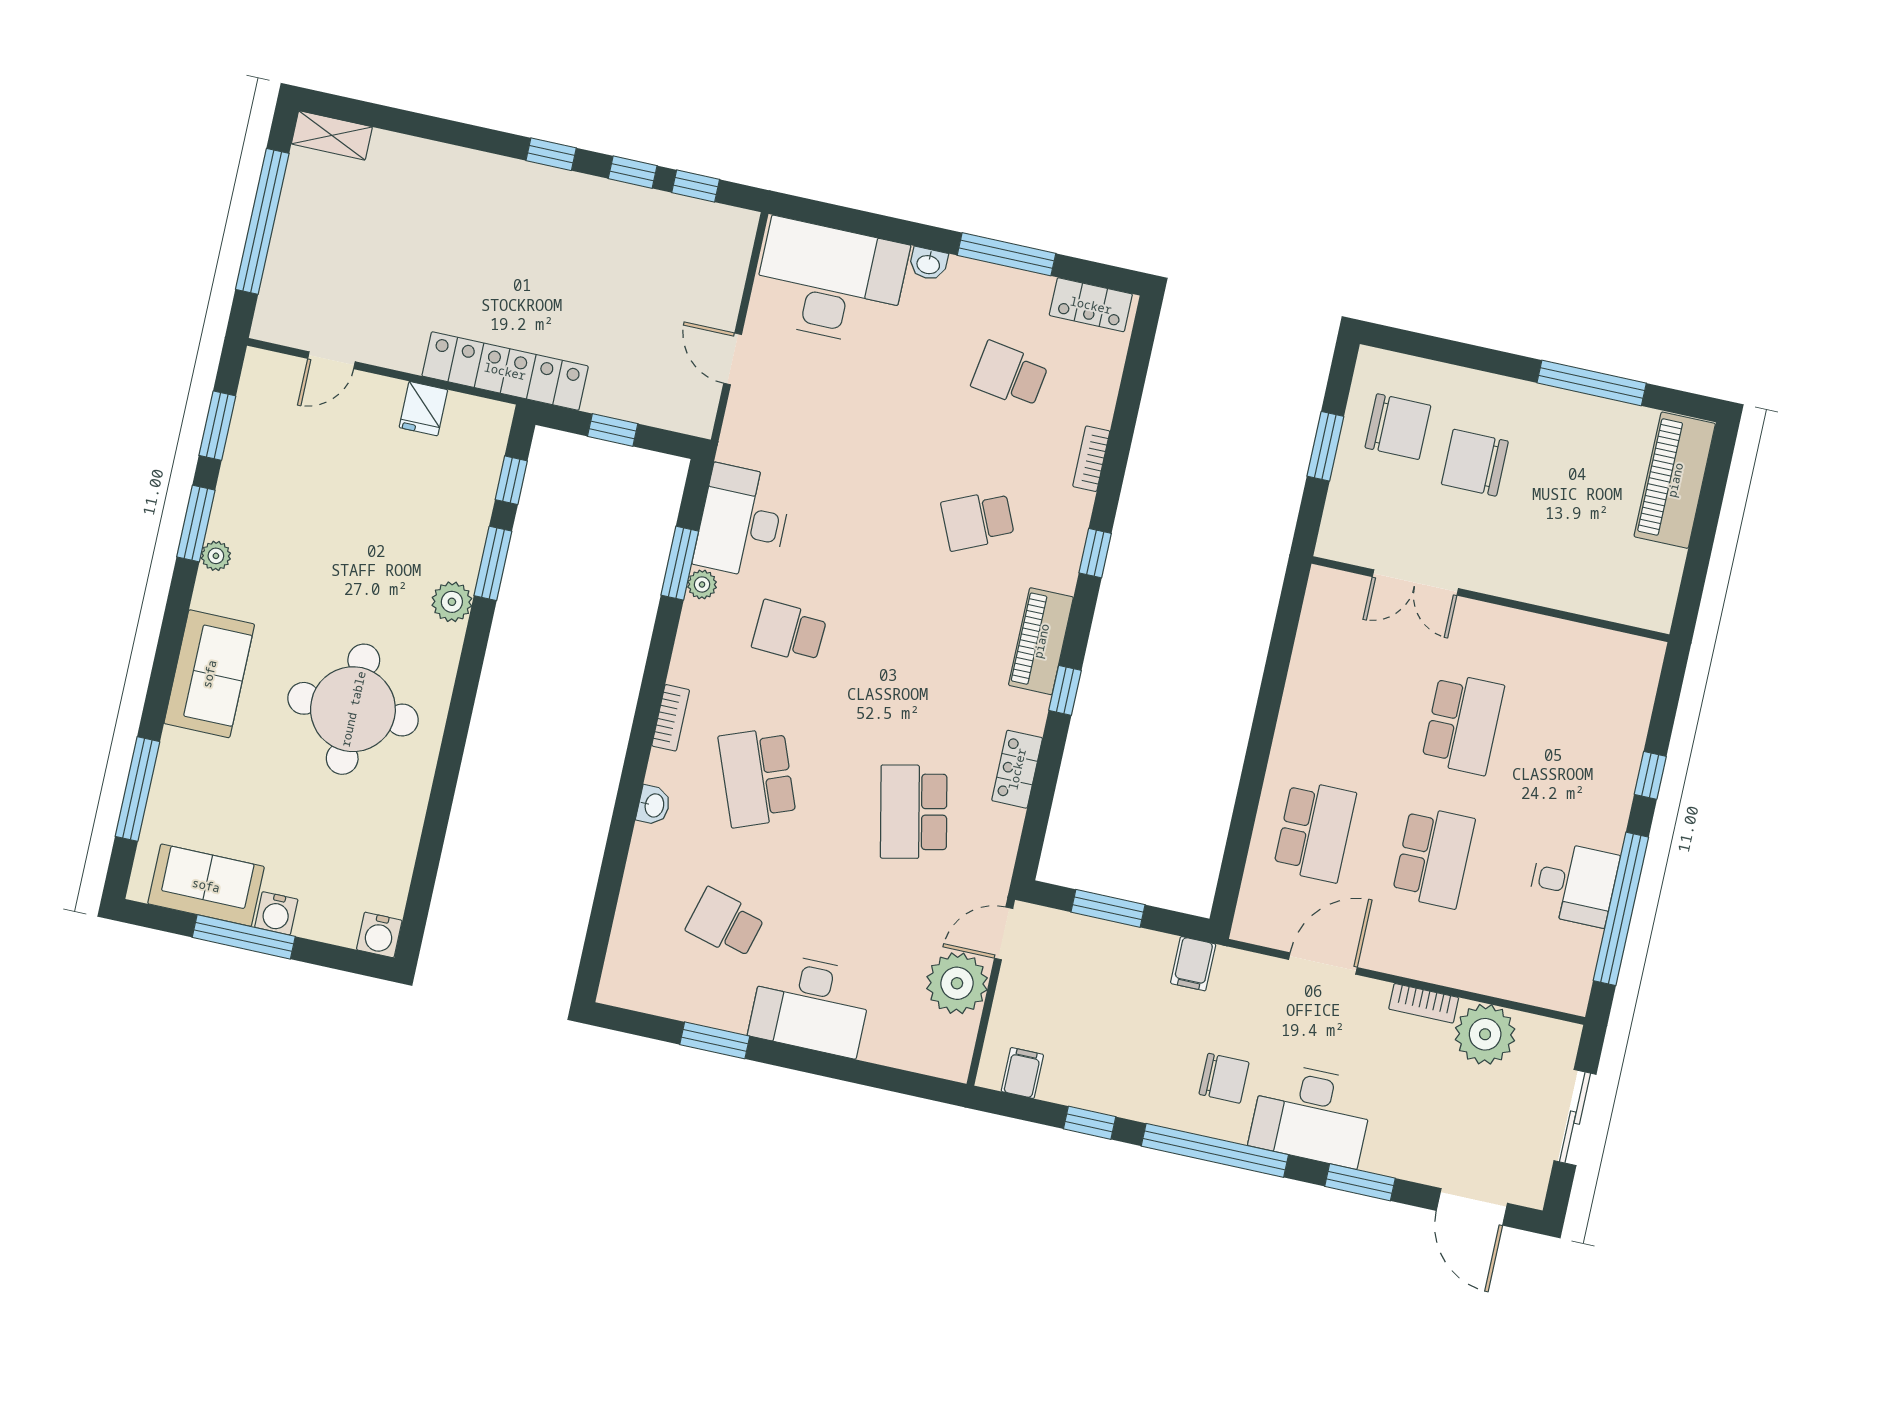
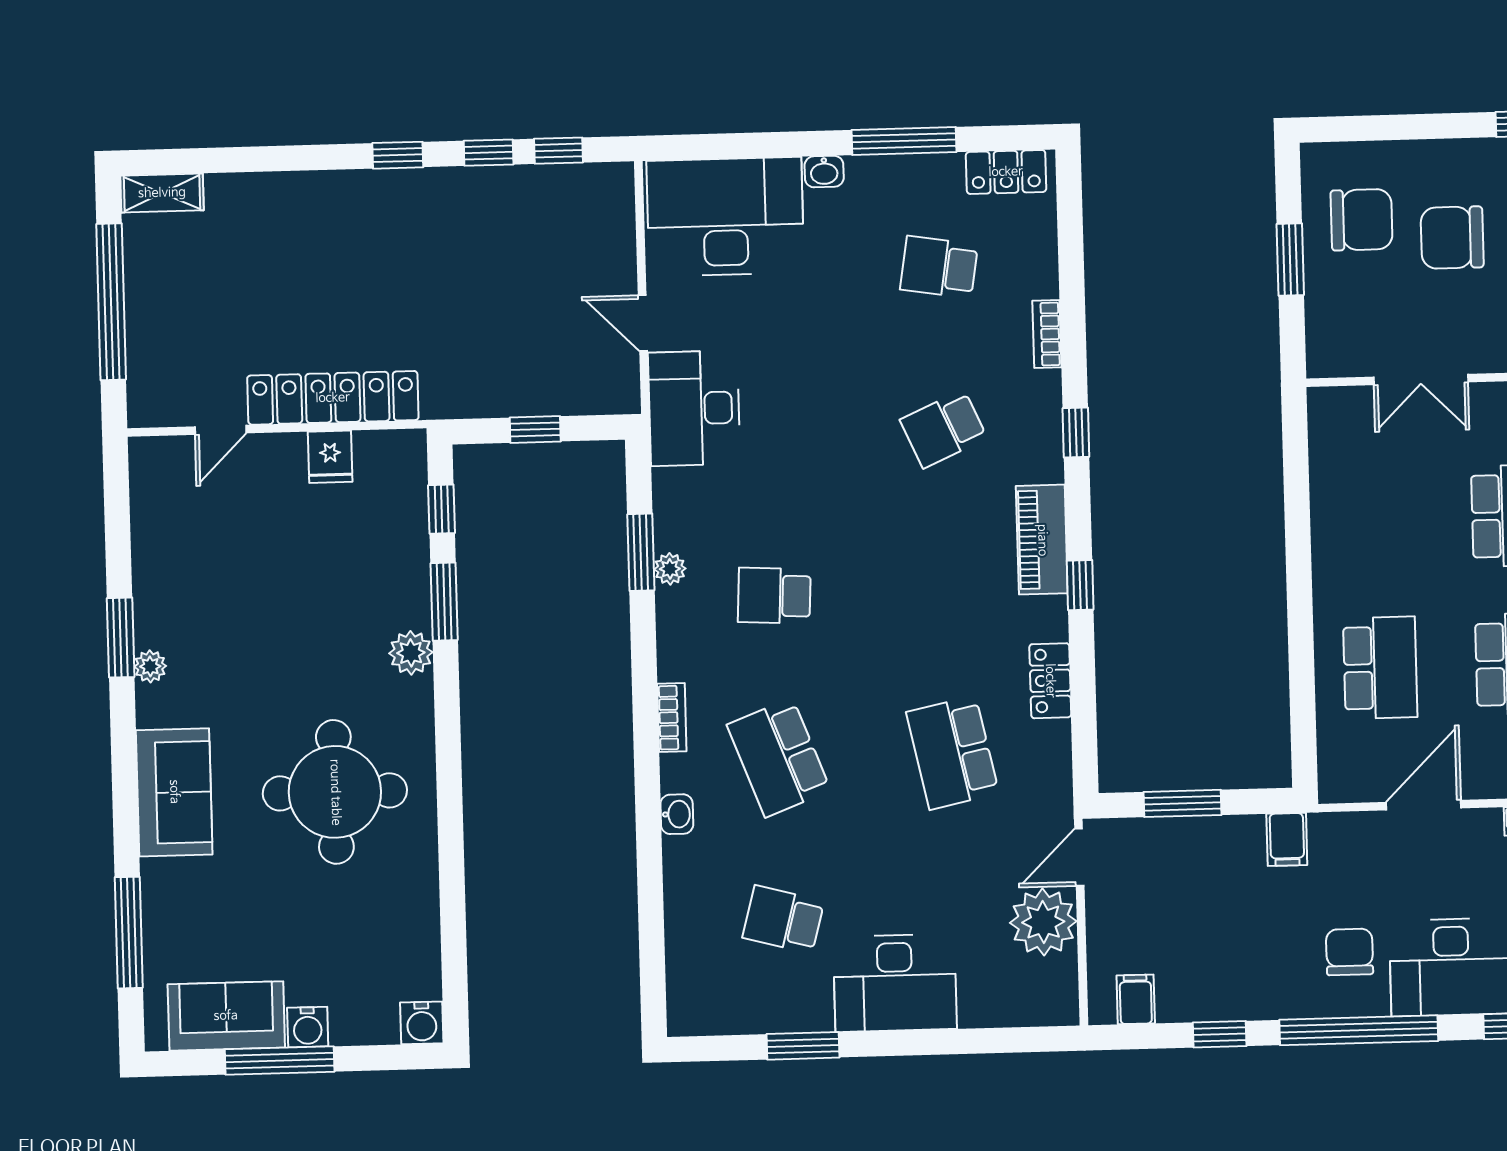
locker: (505, 371) -> (333, 398), moved
window: (217, 426) -> (118, 529), removed
desk: (743, 522) -> (694, 408), moved
chair: (1224, 1078) -> (1350, 952), turned -90

